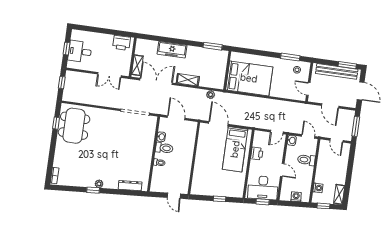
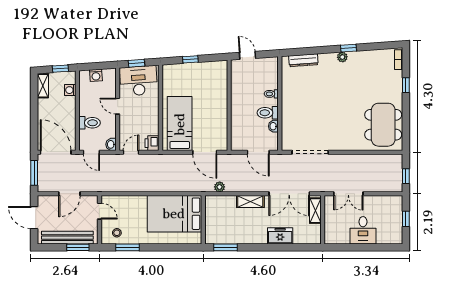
printer: (121, 43) -> (339, 236), removed
freezer: (172, 50) -> (280, 236), width x0.71
desk: (80, 52) -> (363, 230), moved, turned 90
window: (347, 65) -> (78, 247), moved
double door: (109, 75) -> (348, 194), swing flipped
door: (330, 106) -> (69, 194), swing flipped
window: (56, 123) -> (406, 85), moved
door: (336, 140) -> (56, 152), width x1.87
printer: (257, 154) -> (152, 143), moved

